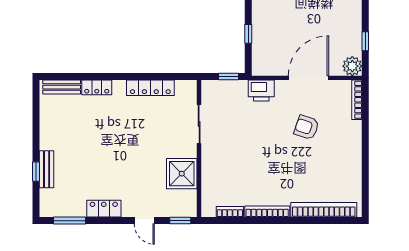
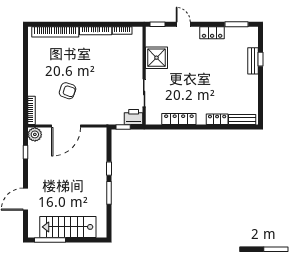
window: (248, 34) -> (109, 169), moved
printer: (261, 90) -> (134, 117), moved

